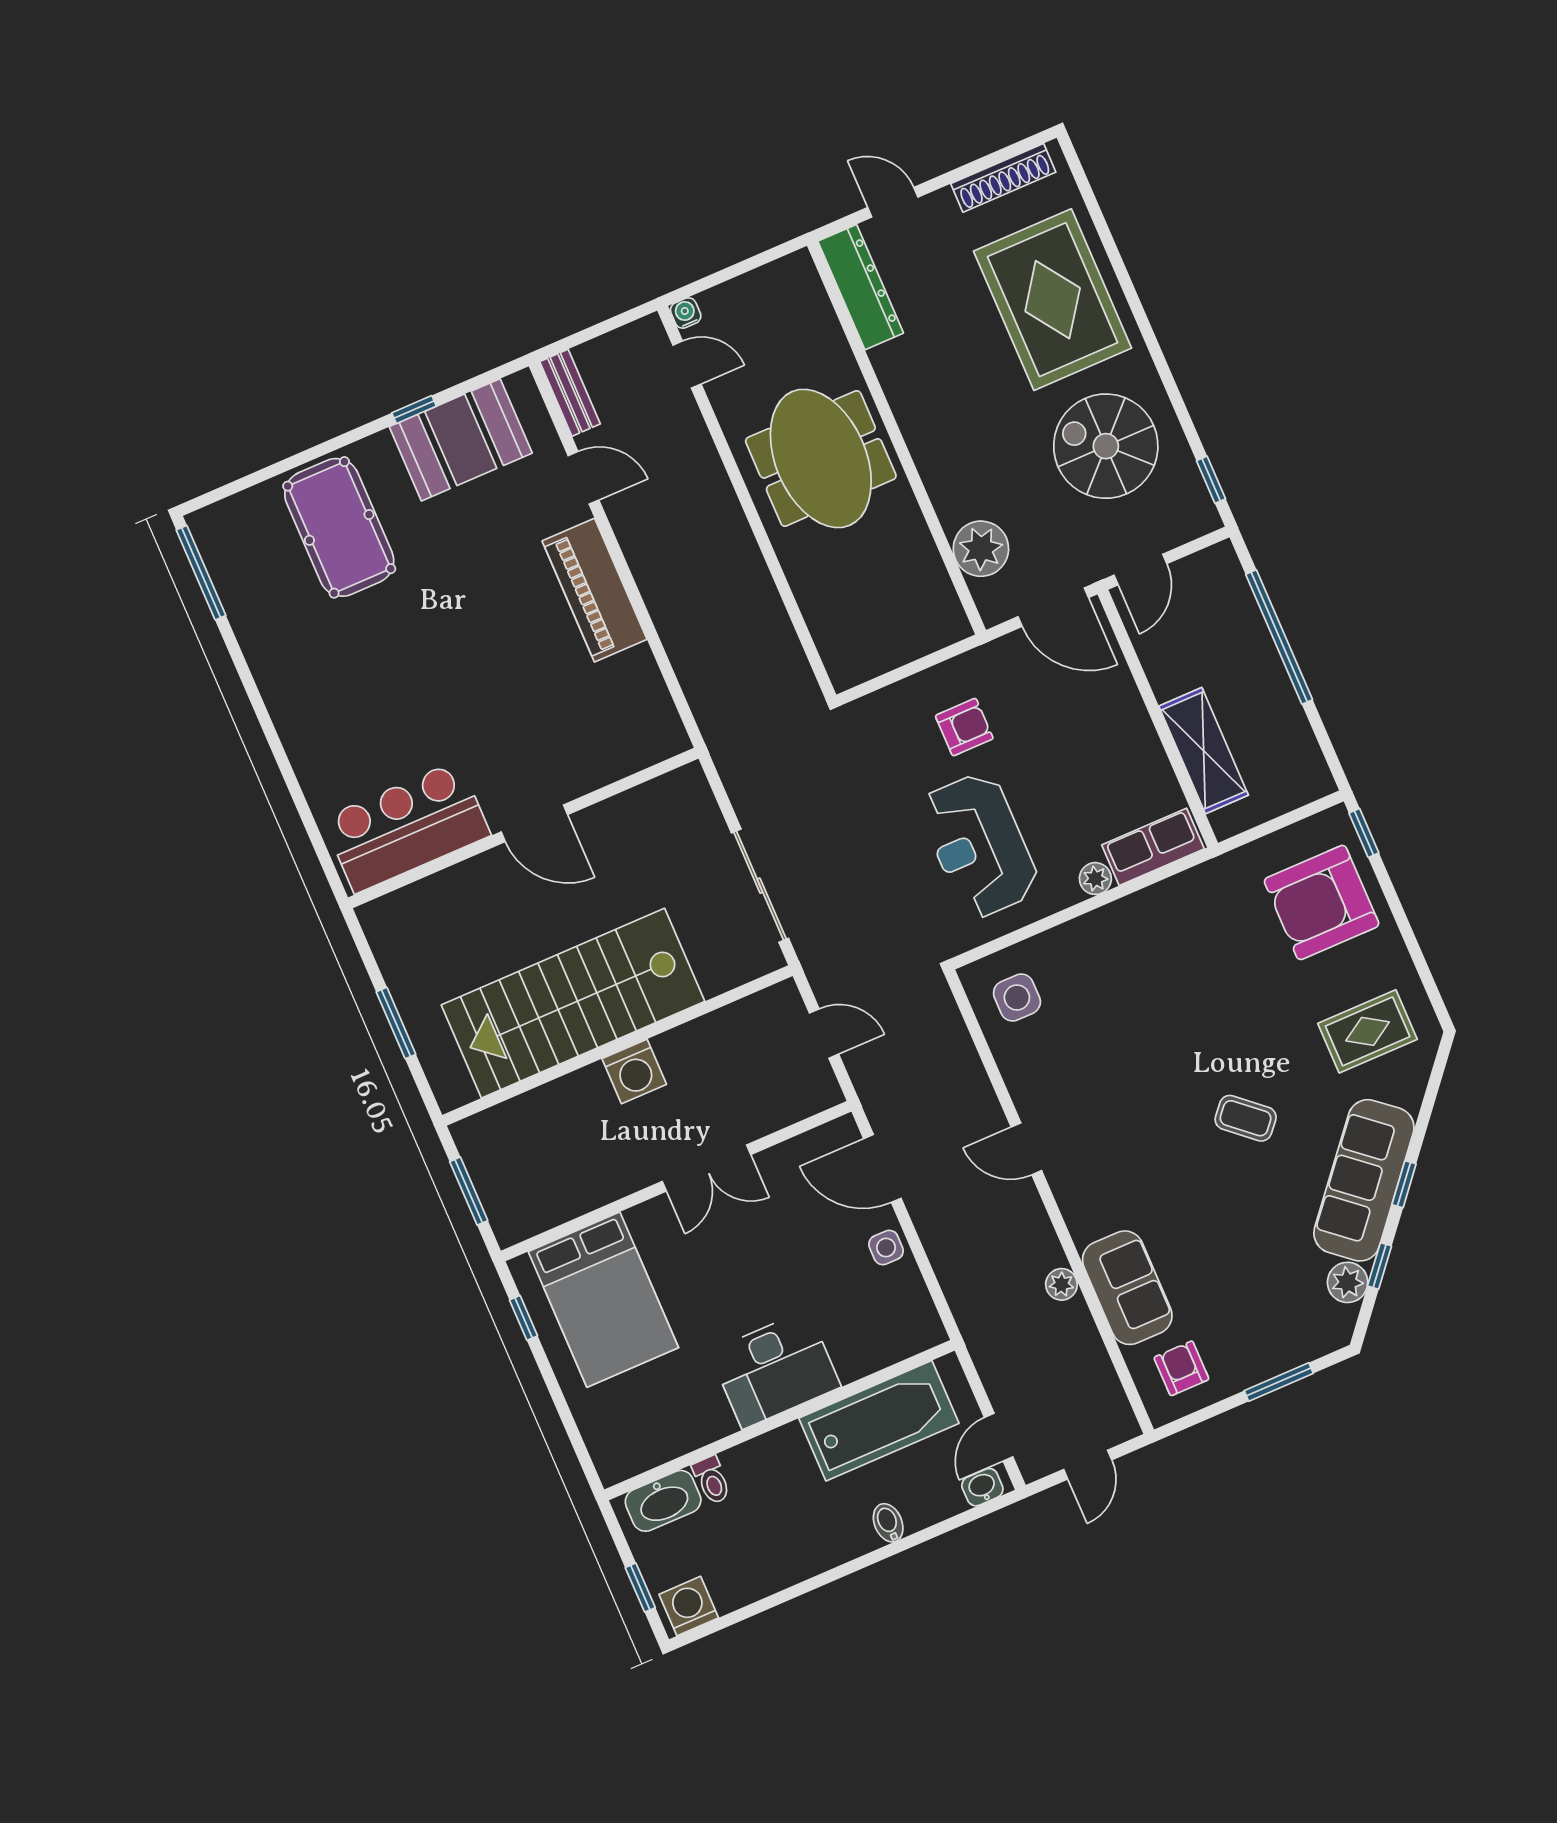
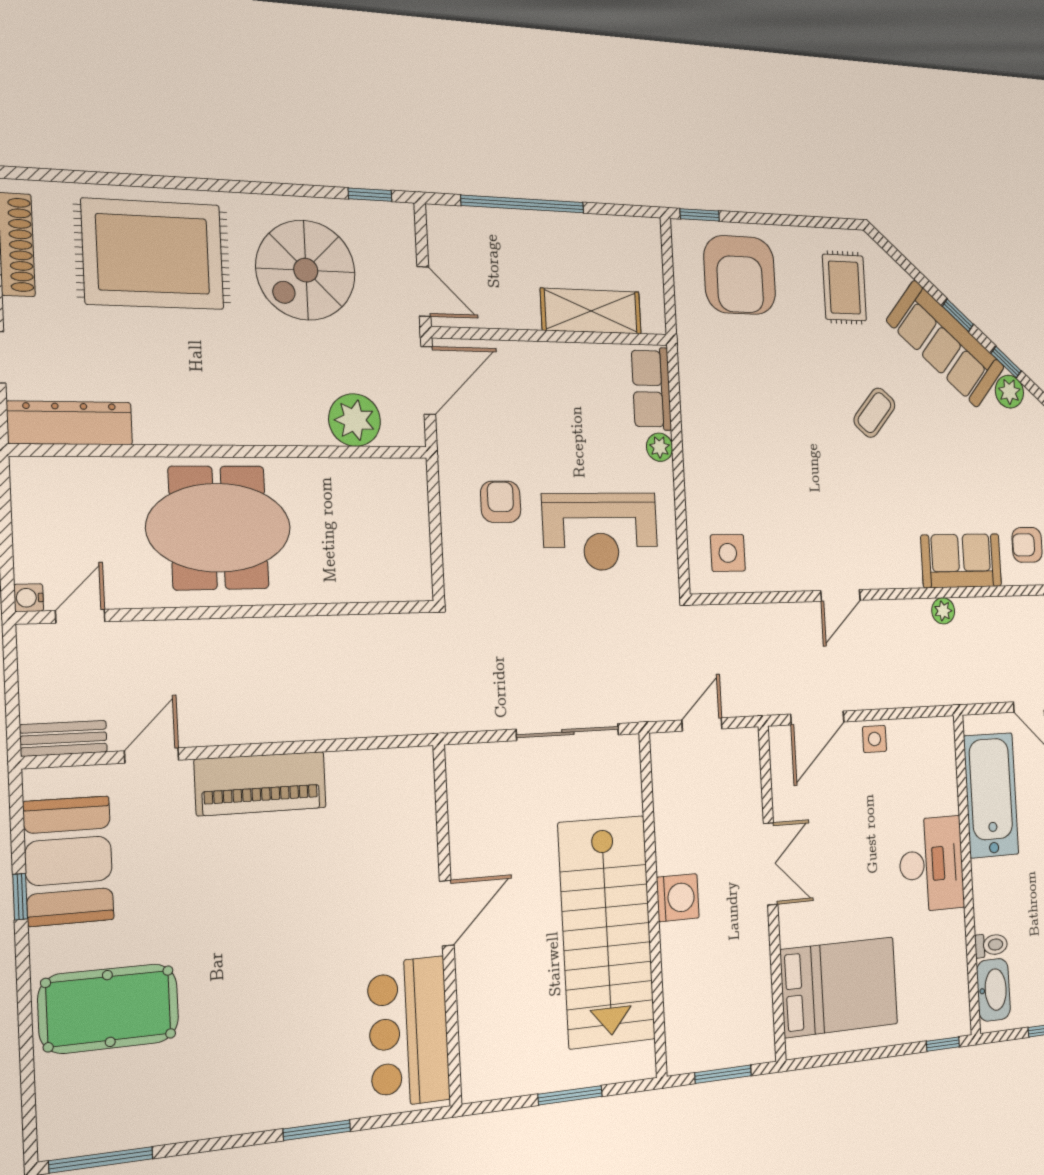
window: (286, 769) -> (317, 1130), added
window: (524, 1318) -> (943, 1044), moved

